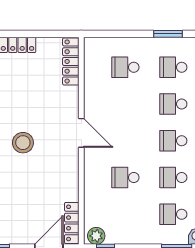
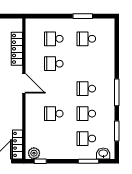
locker: (71, 61) -> (17, 49), moved
school desk: (173, 104) -> (54, 64), moved

